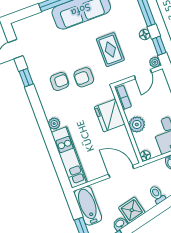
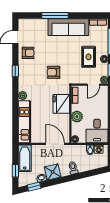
rug: (110, 50) -> (89, 57), moved
window: (26, 78) -> (15, 71), moved
armchair: (59, 81) -> (28, 53), moved

